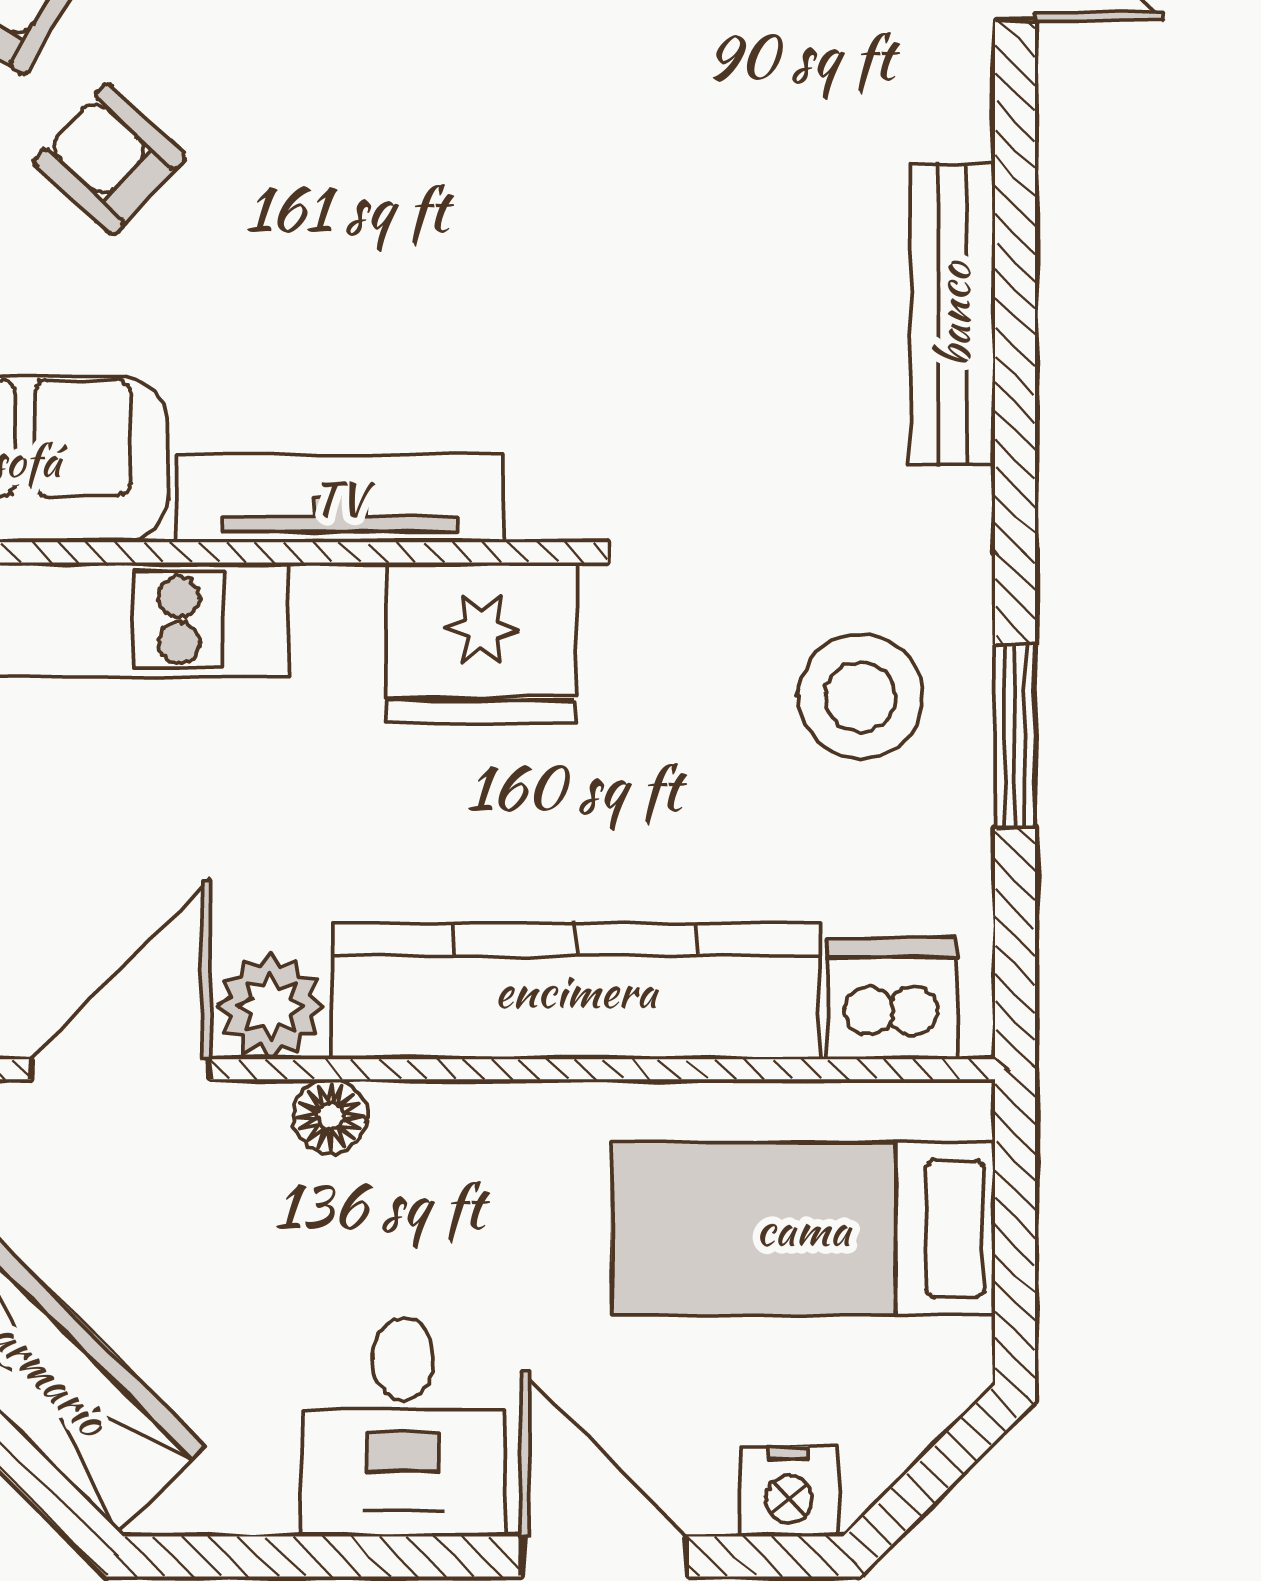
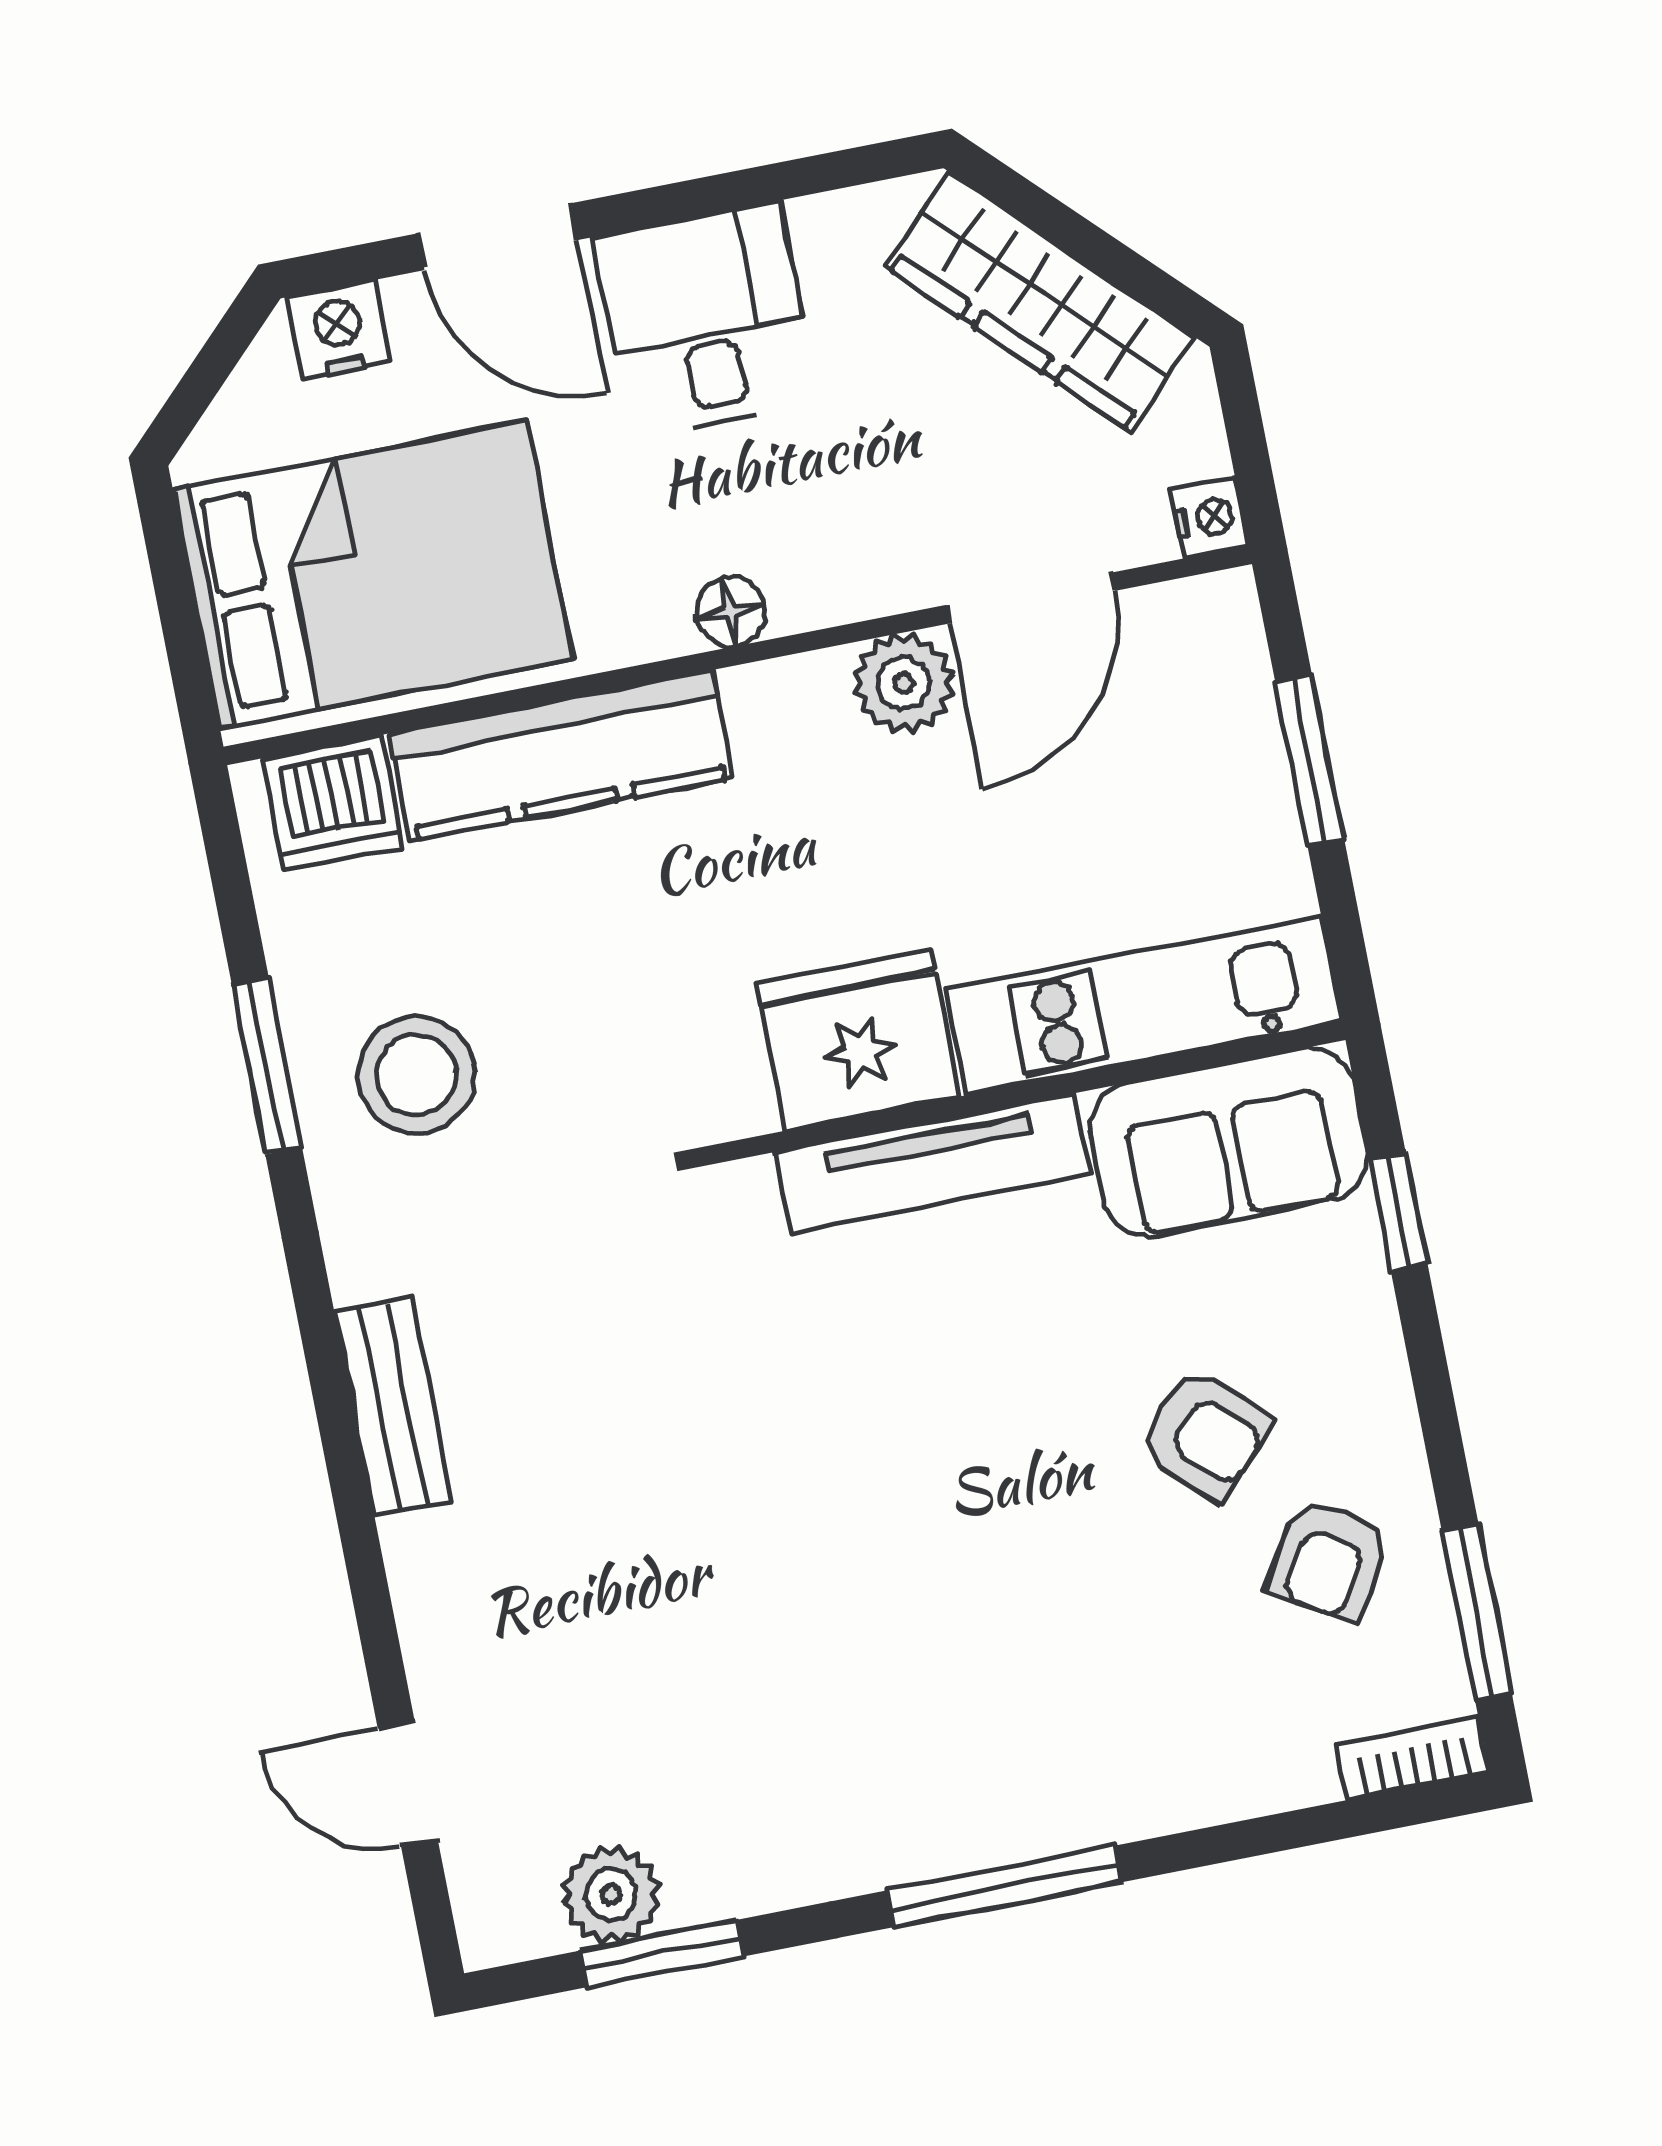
bench: (953, 315) -> (393, 1406), width x0.73
fridge: (482, 642) -> (858, 1040), moved
kitchen counter: (576, 991) -> (561, 755), width x0.72, depth x0.86
floor lamp: (330, 1116) -> (730, 612), moved
bed: (803, 1229) -> (373, 575), width x1.50

